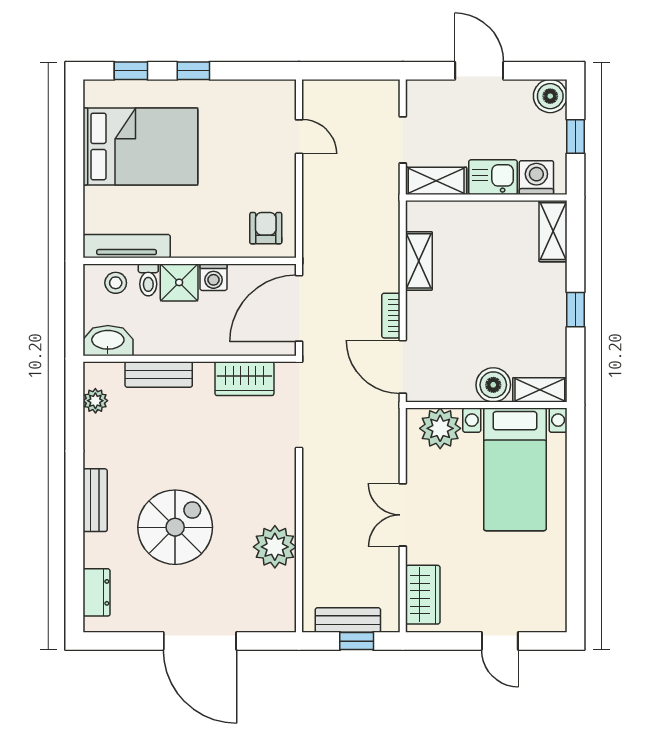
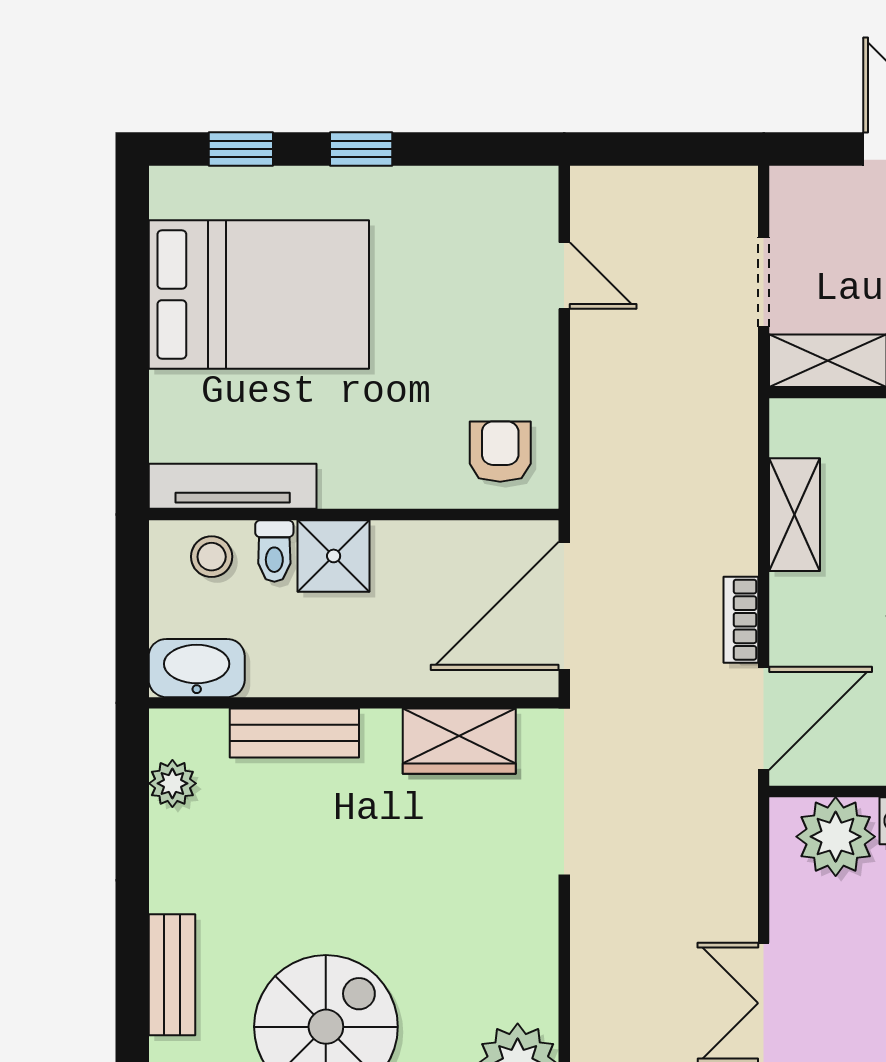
washing machine: (213, 277) -> (400, 546), removed
door: (403, 367) -> (764, 718), swing flipped

